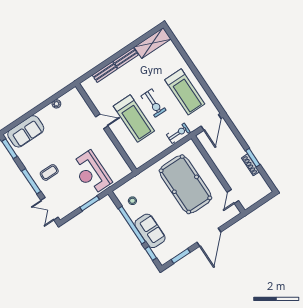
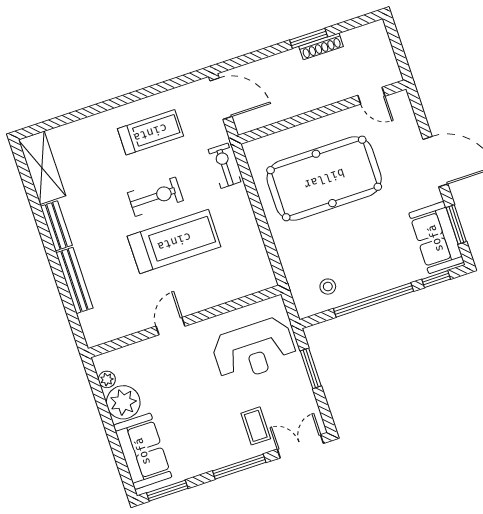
bench: (105, 72) -> (75, 280), width x1.36
treadmill: (185, 92) -> (150, 132), width x0.73, depth x0.73
plant: (47, 115) -> (123, 402), added
door: (102, 121) -> (171, 326), moved
wall: (106, 128) -> (185, 321), moved
coffee table: (49, 172) -> (256, 426), moved
double door: (50, 209) -> (300, 446), swing flipped
sofa: (150, 231) -> (436, 238), moved, turned -90

